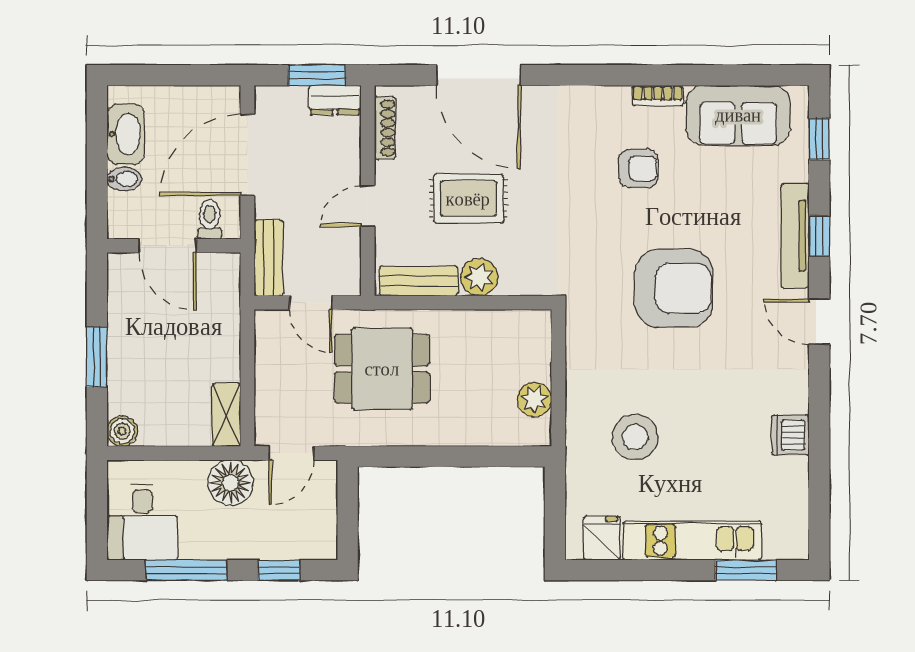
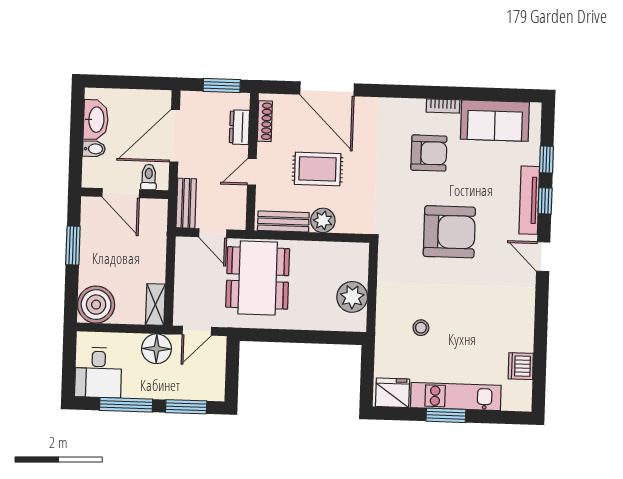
dresser: (335, 100) -> (239, 127), moved, turned 90
window: (819, 139) -> (546, 160), moved
armchair: (638, 168) -> (429, 153), width x1.38, depth x1.38
window: (97, 357) -> (73, 245), moved
dining table: (382, 369) -> (258, 278), width x1.38
plant: (534, 400) -> (352, 297), width x1.36, depth x1.36
boiler: (122, 431) -> (96, 305), width x1.86, depth x1.86
dishwasher: (790, 435) -> (521, 366), moved
stool: (635, 437) -> (421, 328), width x0.53, depth x0.53
fridge: (602, 538) -> (392, 393), width x1.38
window: (279, 570) -> (186, 407), width x1.50
window: (746, 570) -> (446, 415), moved

